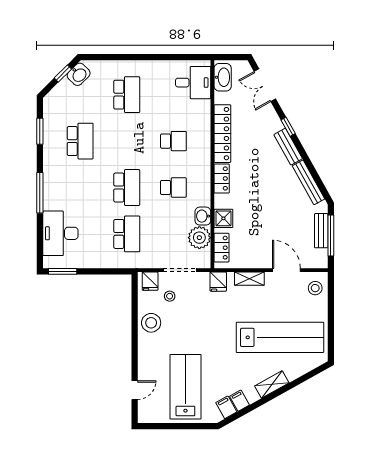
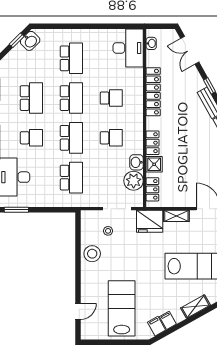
washbasin: (223, 77) -> (151, 43), width x0.52, depth x0.69
desk: (193, 83) -> (128, 48), width x1.37
school desk: (127, 141) -> (71, 98), added
locker: (222, 178) -> (153, 143), moved
school desk: (80, 187) -> (31, 138), added
fridge: (150, 281) -> (91, 218), removed
fridge: (218, 282) -> (150, 221), width x1.88, depth x1.34

